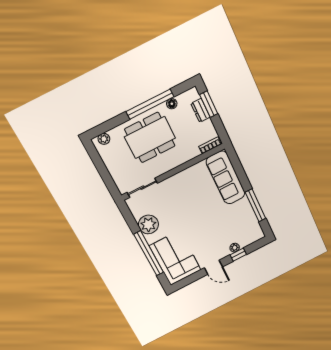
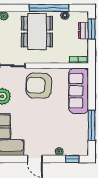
dining table: (150, 138) -> (37, 32), turned 90
armchair: (181, 194) -> (39, 85), added
window: (238, 255) -> (72, 159), moved

